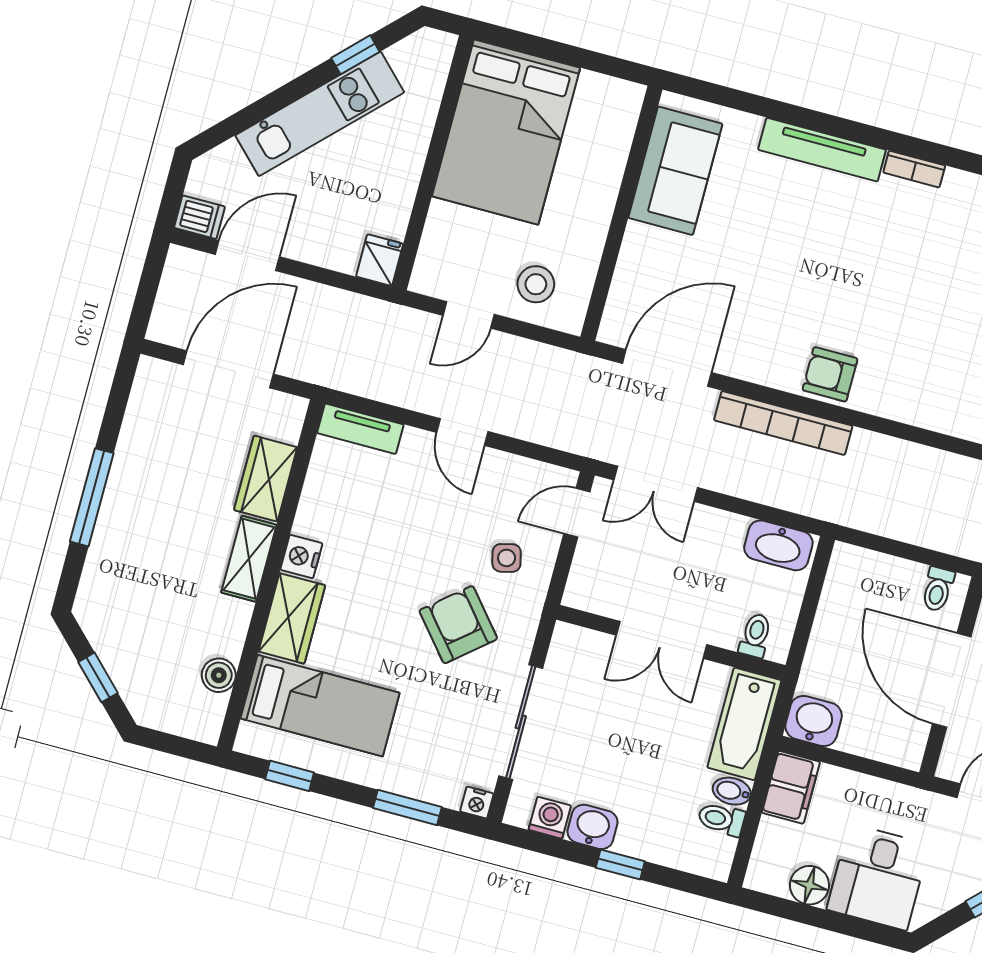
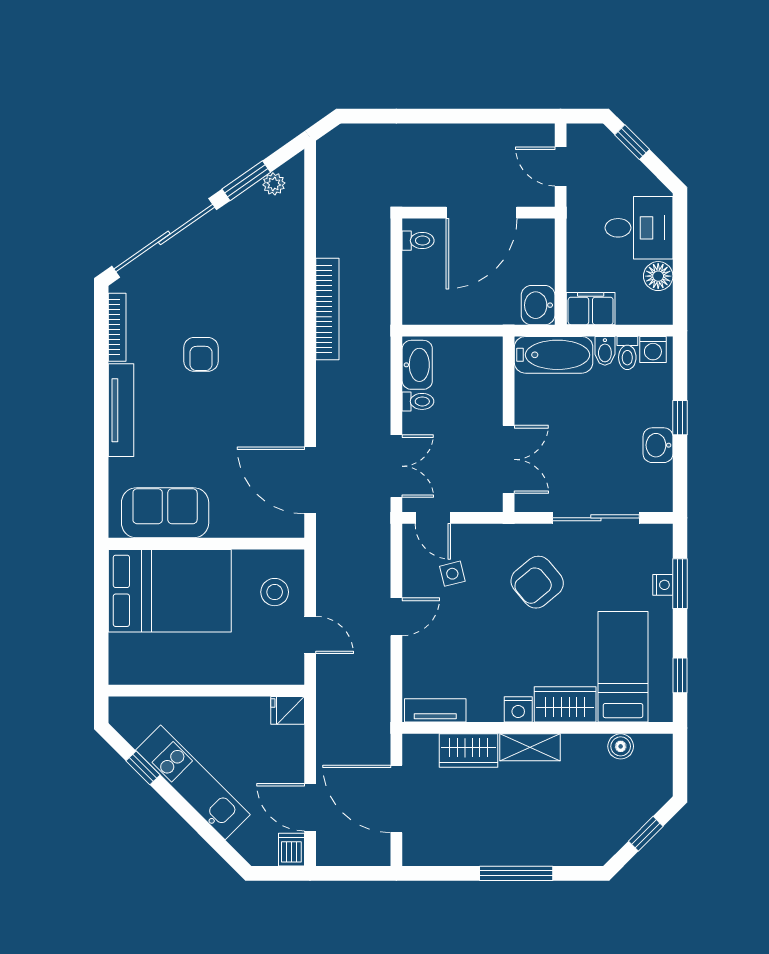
bed: (506, 132) -> (170, 591), moved
bookcase: (914, 169) -> (117, 327), width x1.56
armchair: (830, 374) -> (201, 354), moved
bookcase: (783, 423) -> (327, 309), moved
tv unit: (360, 429) -> (435, 710), moved, turned -90
side table: (507, 558) -> (452, 574), moved
toilet: (755, 635) -> (418, 401), moved, turned 180
double door: (662, 640) -> (509, 459), moved
nightstand: (477, 803) -> (663, 585), moved
washing machine: (550, 818) -> (653, 349), moved, turned -90

